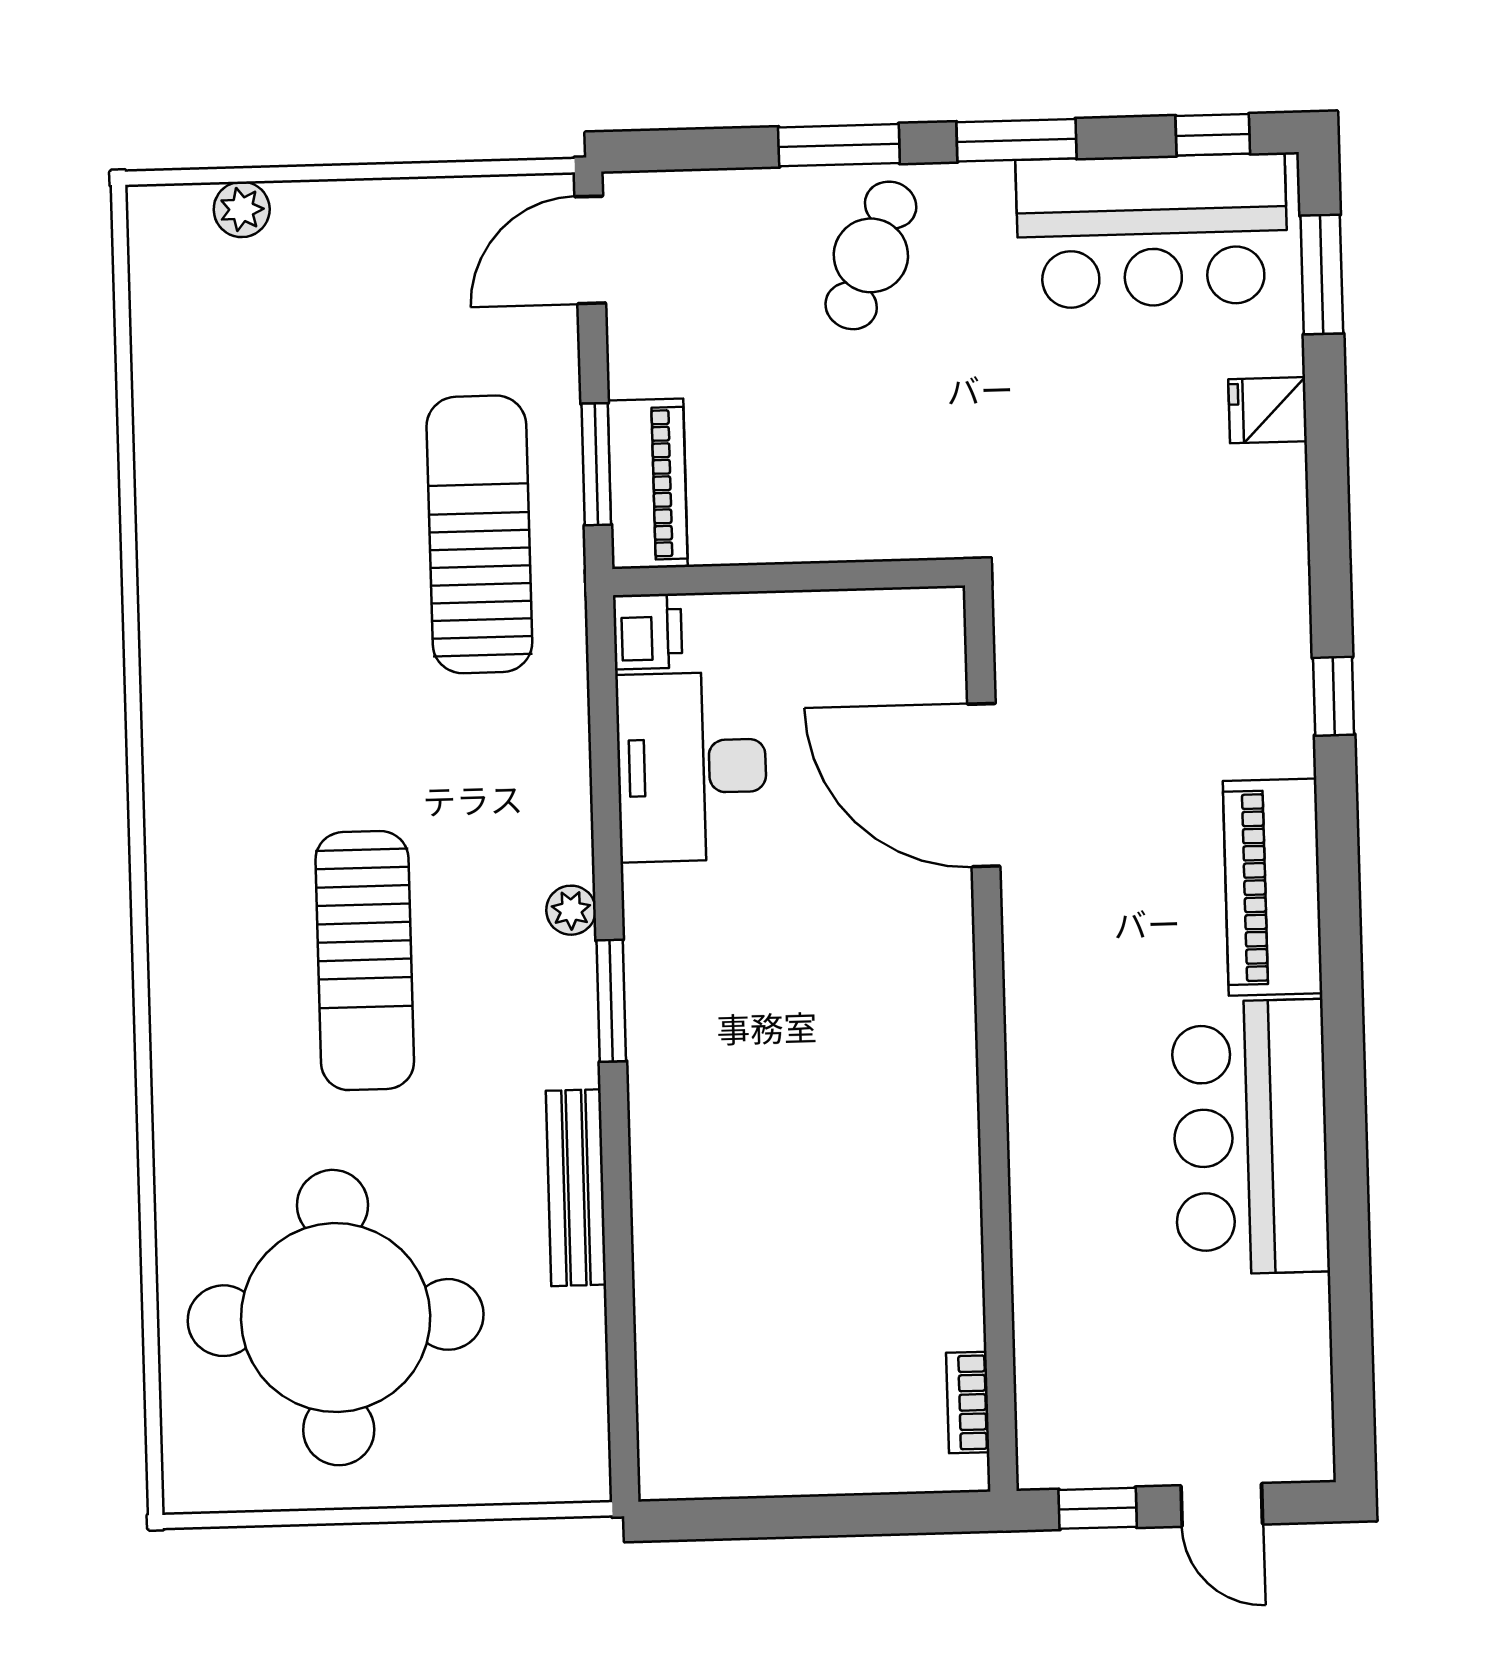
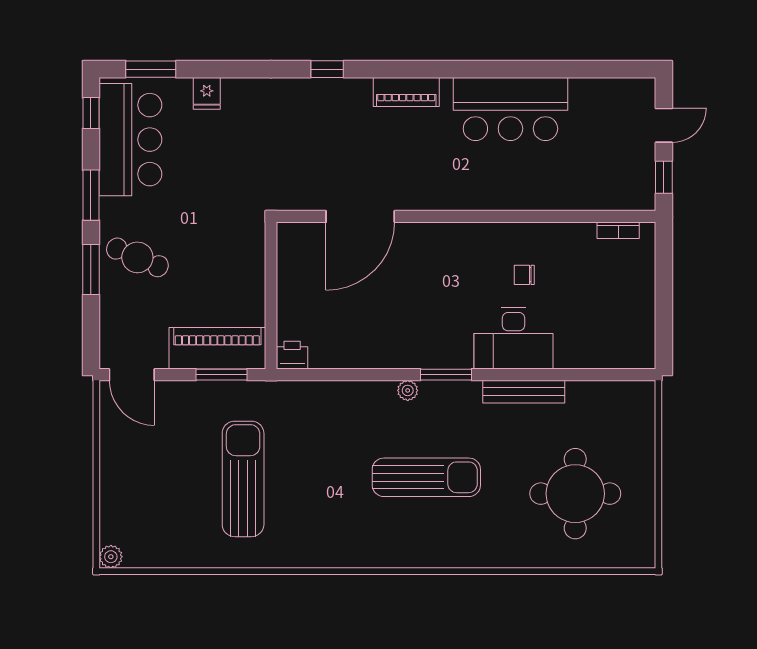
plant: (242, 209) -> (111, 557), moved
piano: (648, 484) -> (217, 348), width x1.37, depth x1.33
sun lounger: (479, 534) -> (243, 479), moved, turned 90
desk: (692, 767) -> (513, 338), moved
piano: (1273, 887) -> (406, 92), width x0.73, depth x0.75
chair: (855, 1181) -> (524, 275), added
round table: (336, 1318) -> (575, 494), width x0.73, depth x0.73

